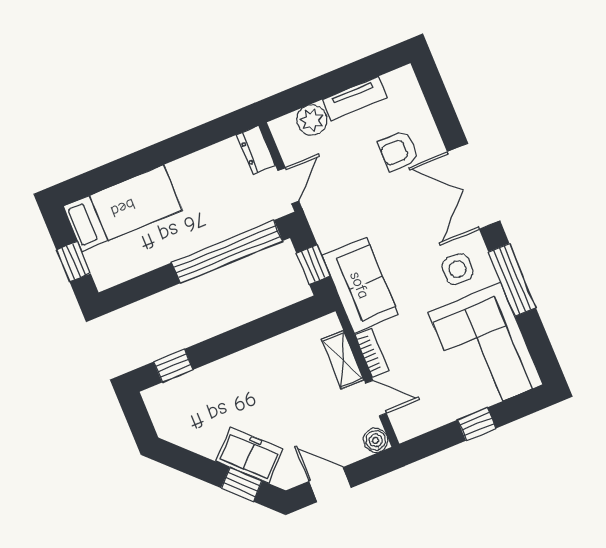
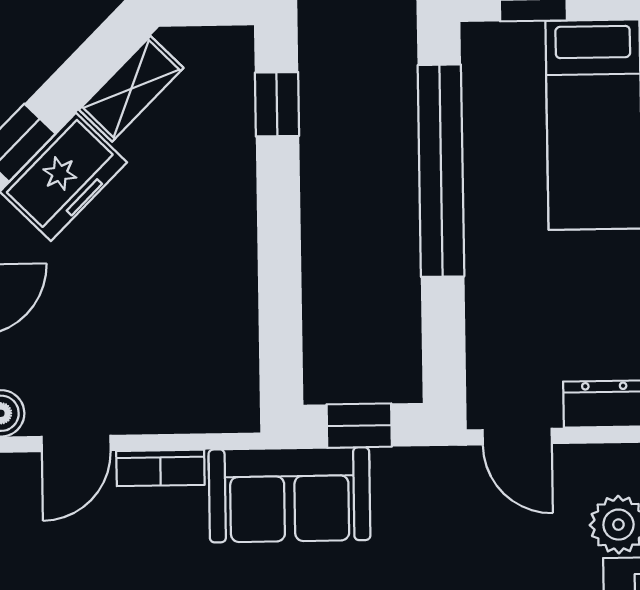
window: (227, 252) -> (441, 171), moved
shelving: (343, 360) -> (131, 89), moved, turned -45

